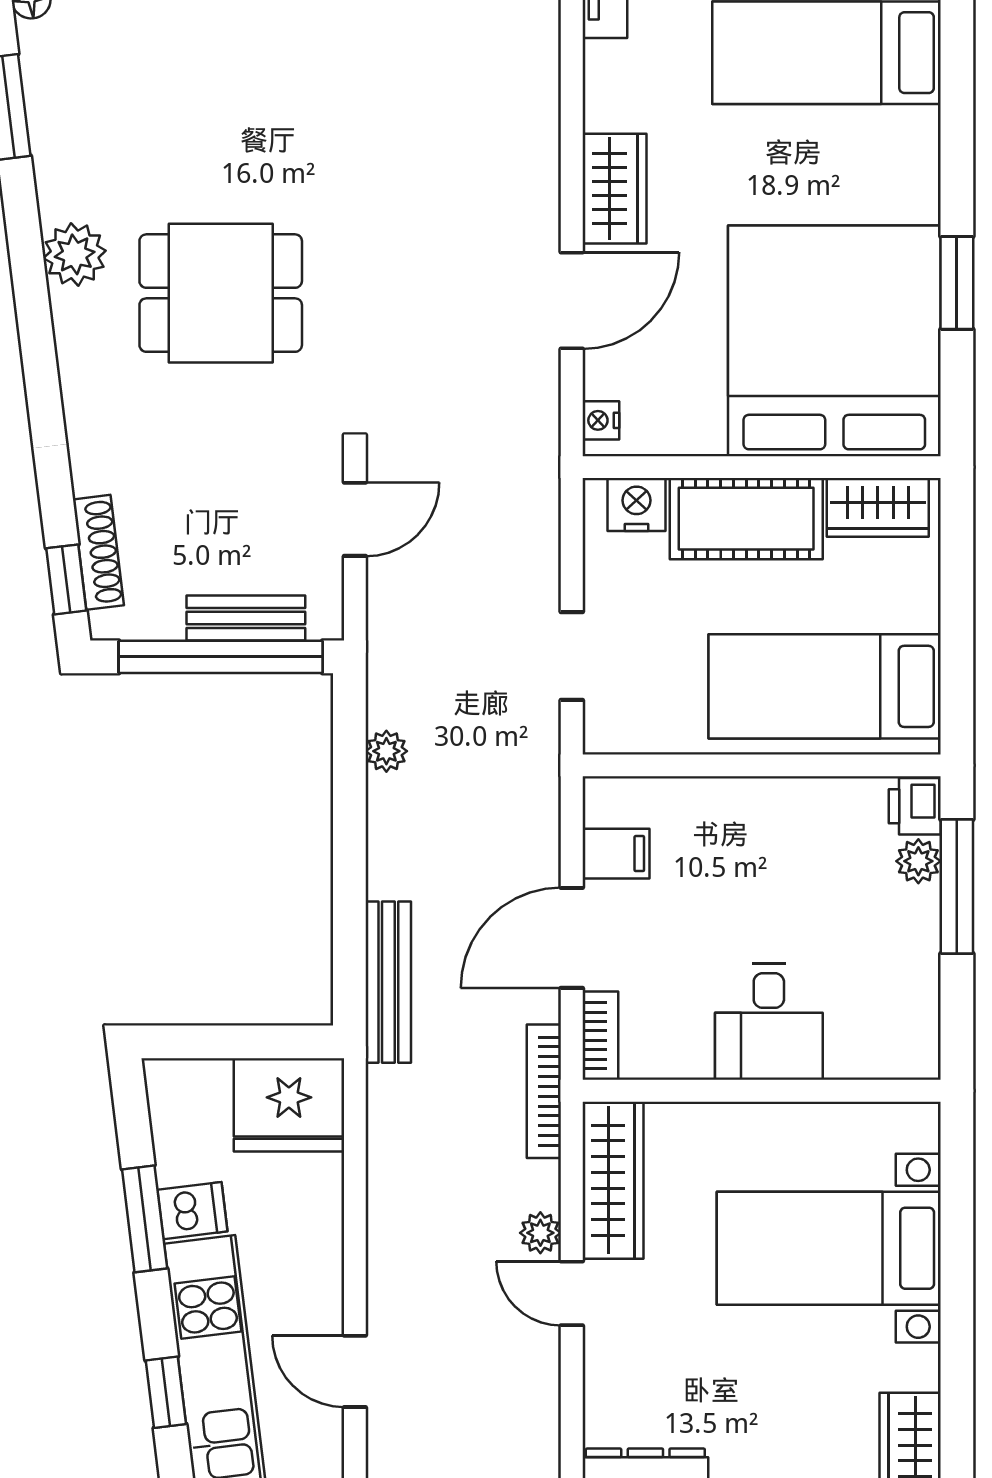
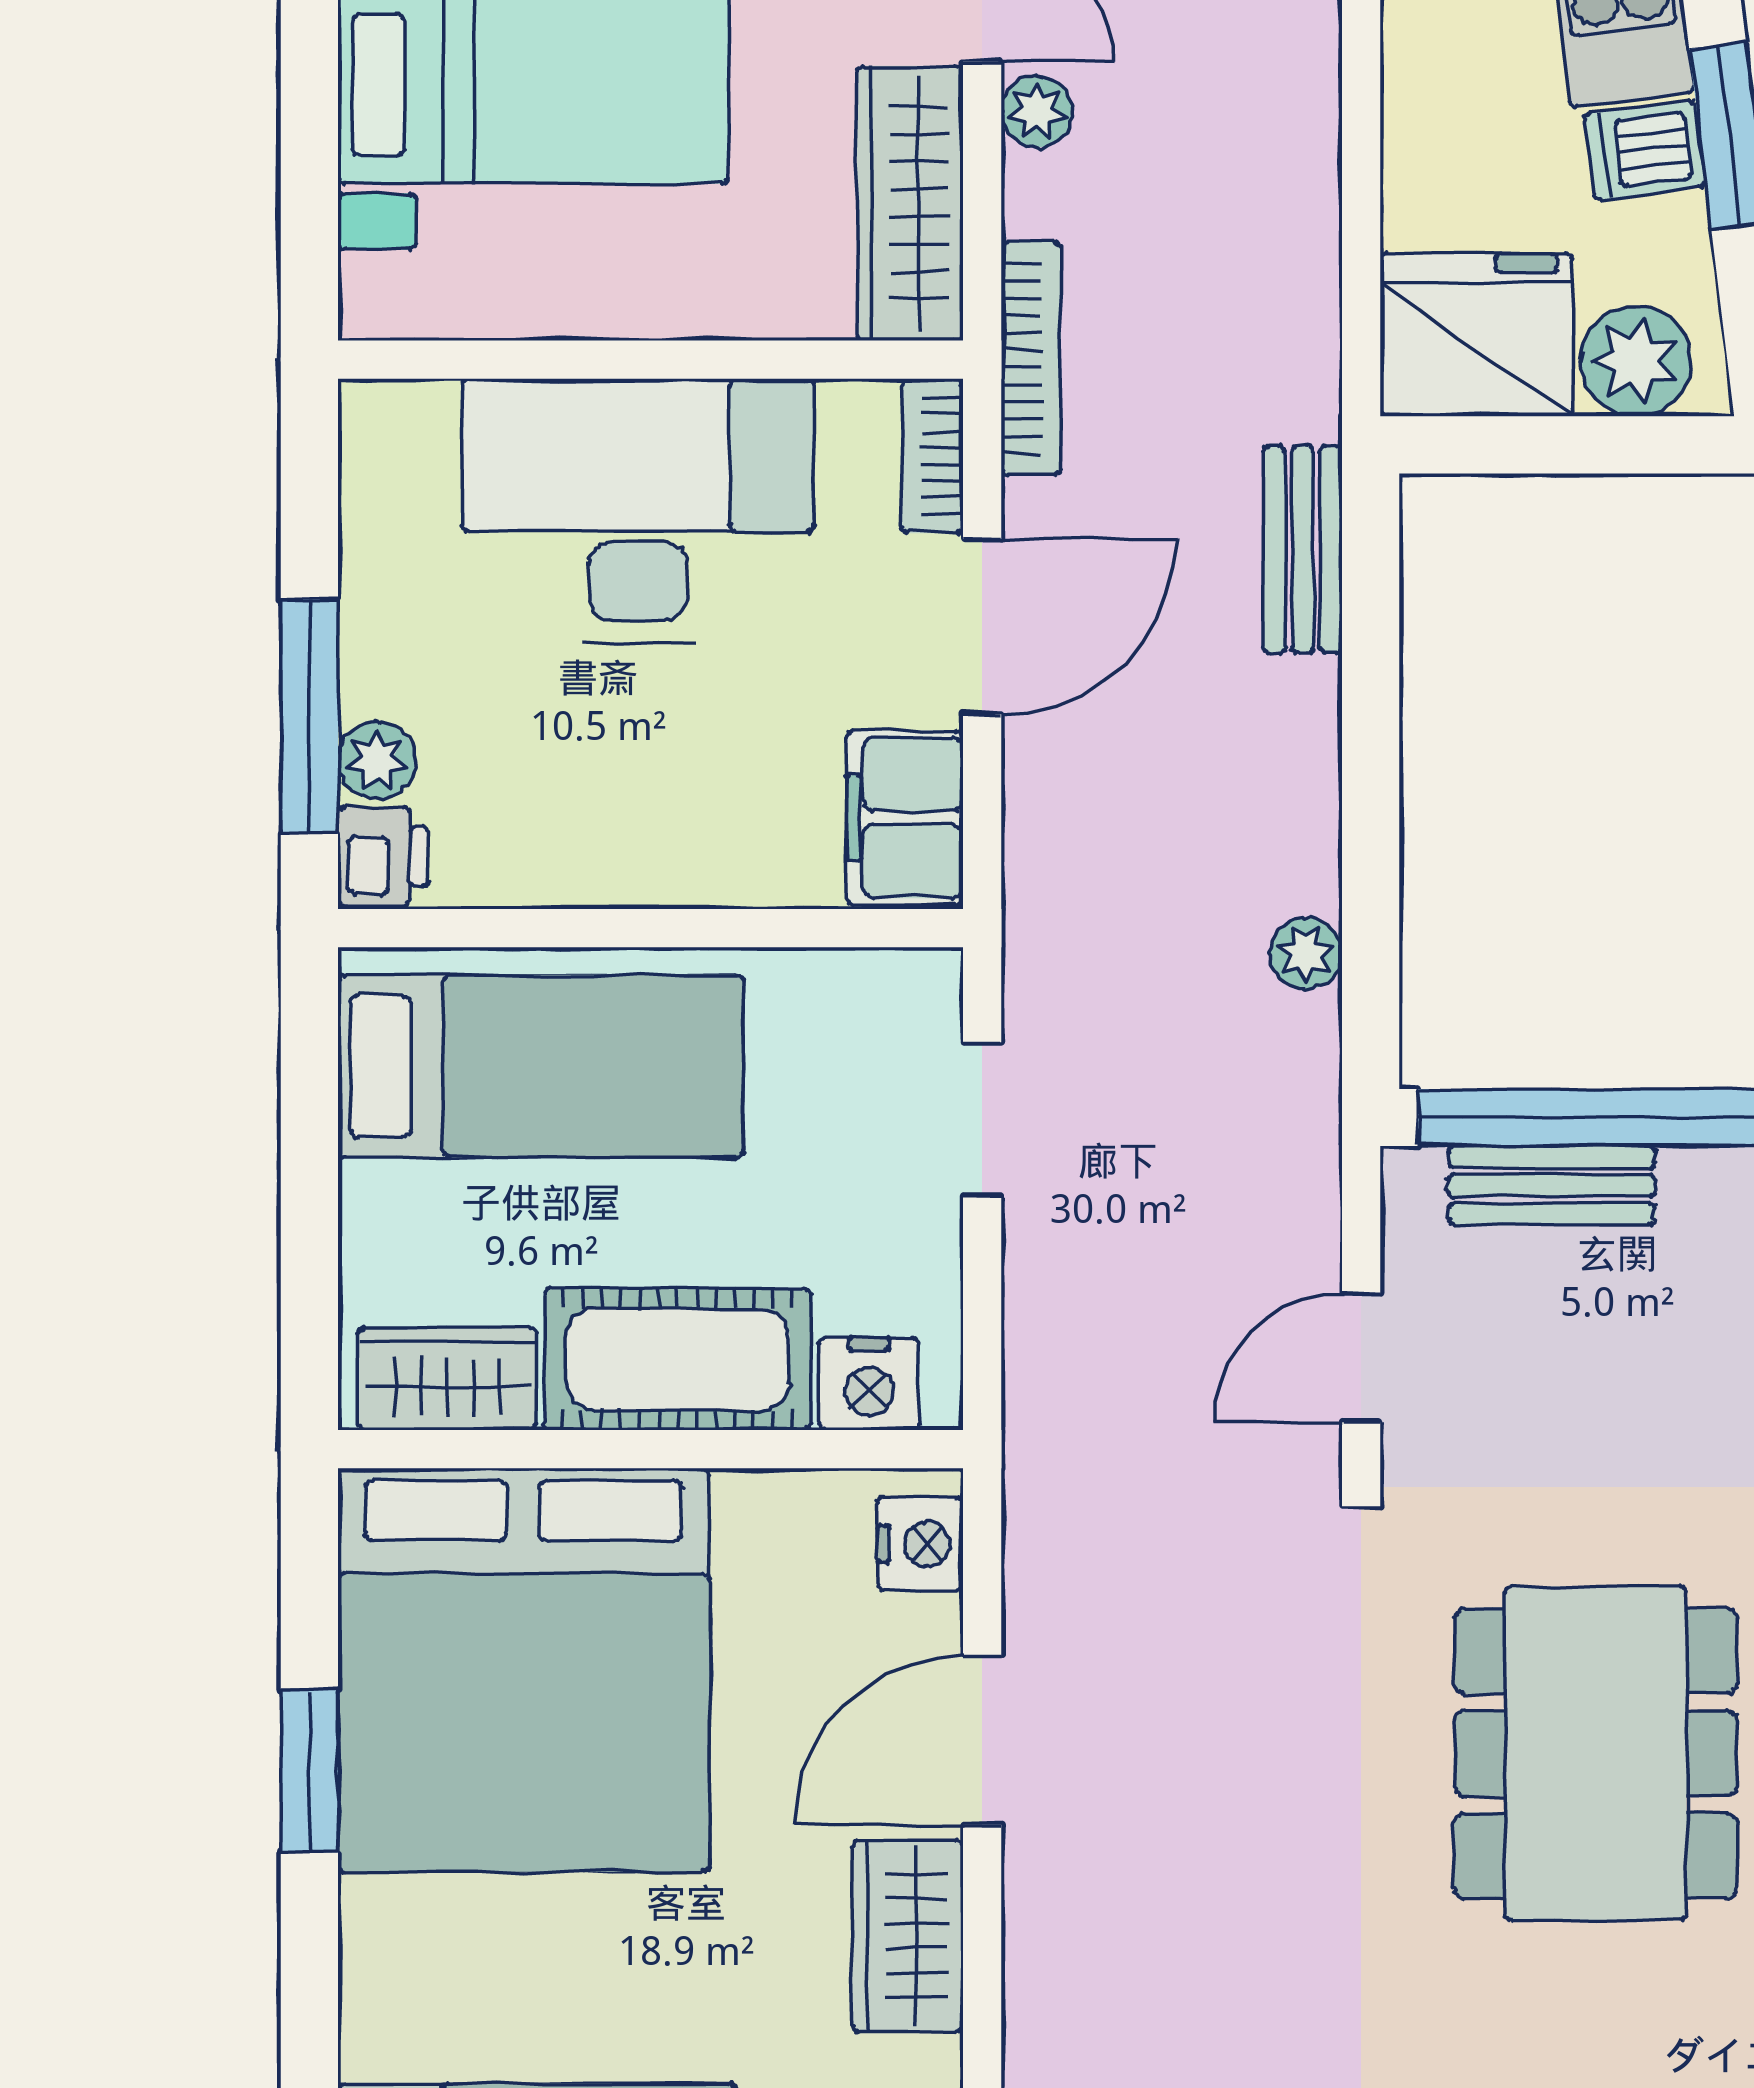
dining table: (221, 293) -> (1596, 1753), width x1.38
nightstand: (601, 420) -> (920, 1544), width x1.39, depth x1.35
filing cabinet: (616, 854) -> (905, 818), width x2.00
bench: (388, 982) -> (1303, 549), width x0.73
desk: (769, 1022) -> (638, 510), width x1.87, depth x1.30
plant: (198, 1090) -> (1636, 361), added

